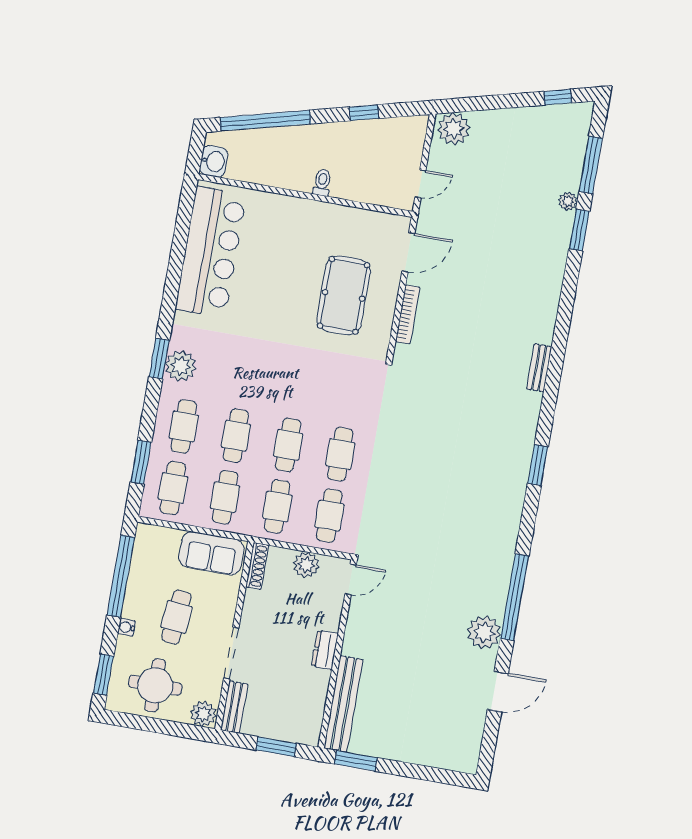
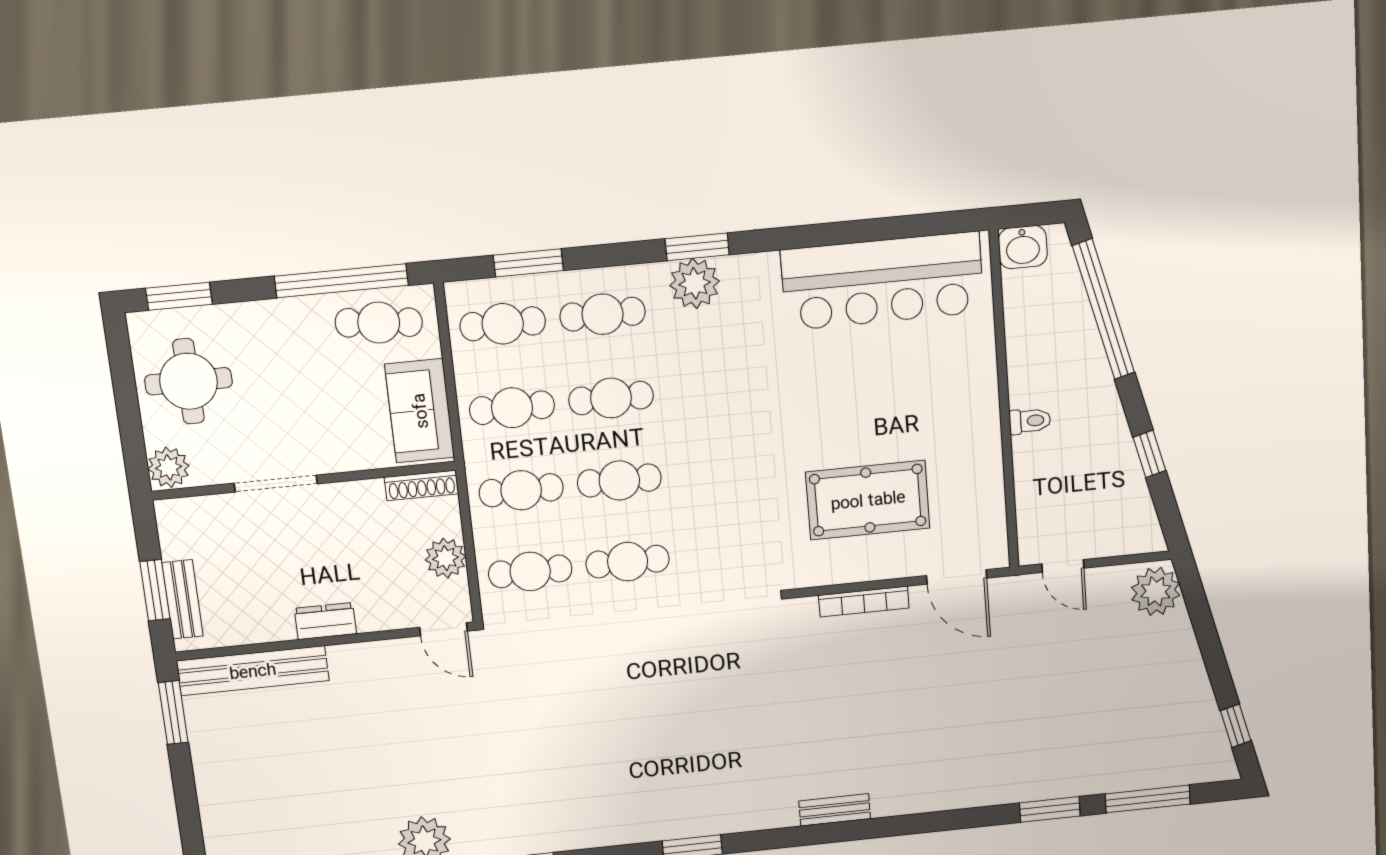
plant: (568, 201) -> (1088, 782), removed
cafe table: (177, 617) -> (379, 323), moved
water cooler: (127, 627) -> (264, 312), removed
bench: (234, 707) -> (182, 599), moved, turned 90

